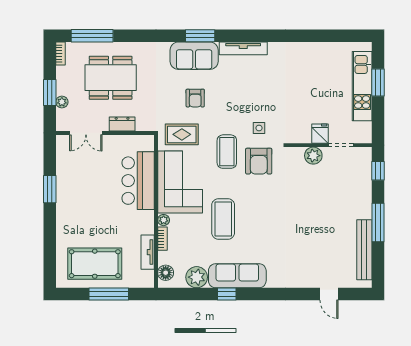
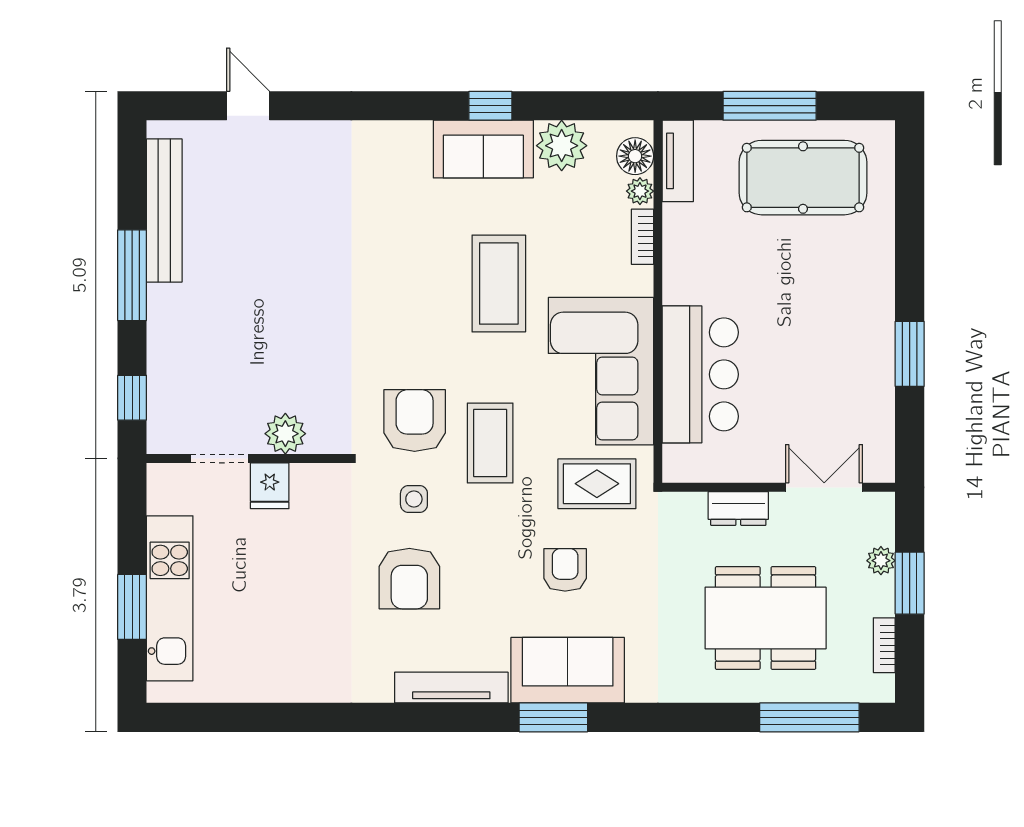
bookcase: (60, 53) -> (884, 645), moved
armchair: (261, 94) -> (409, 579), added
plant: (164, 220) -> (640, 191), moved
tv unit: (148, 252) -> (678, 161), moved
sofa: (237, 276) -> (483, 149), width x0.73

